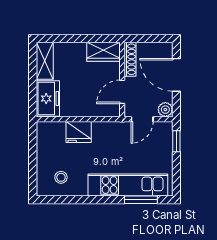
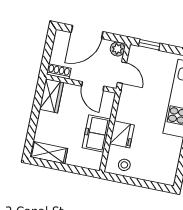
shoe rack: (130, 59) -> (59, 71), width x0.70
freezer: (48, 99) -> (96, 133), moved, turned -90
stool: (61, 177) -> (124, 165), moved

